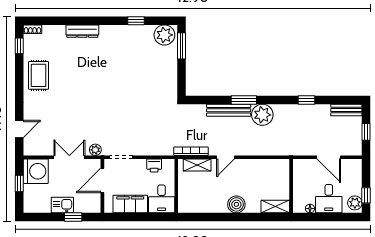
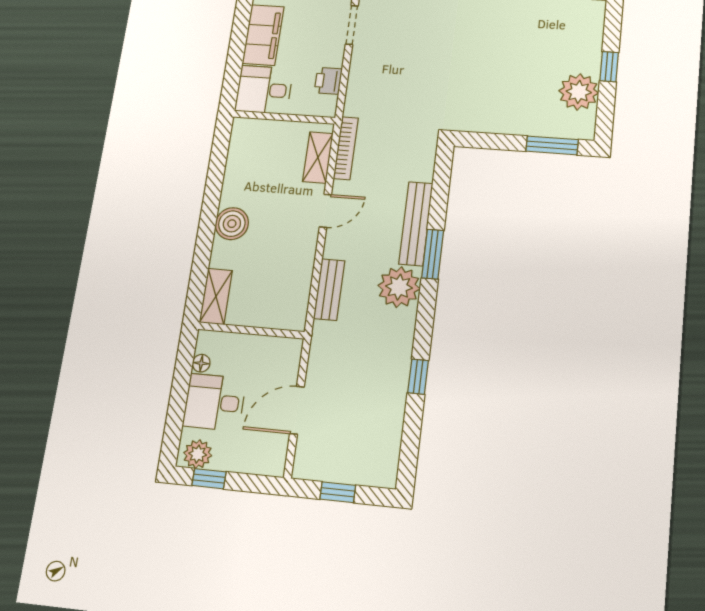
plant: (164, 35) -> (579, 92), moved
bench: (346, 110) -> (329, 290), moved
door: (226, 157) -> (325, 211), swing flipped

